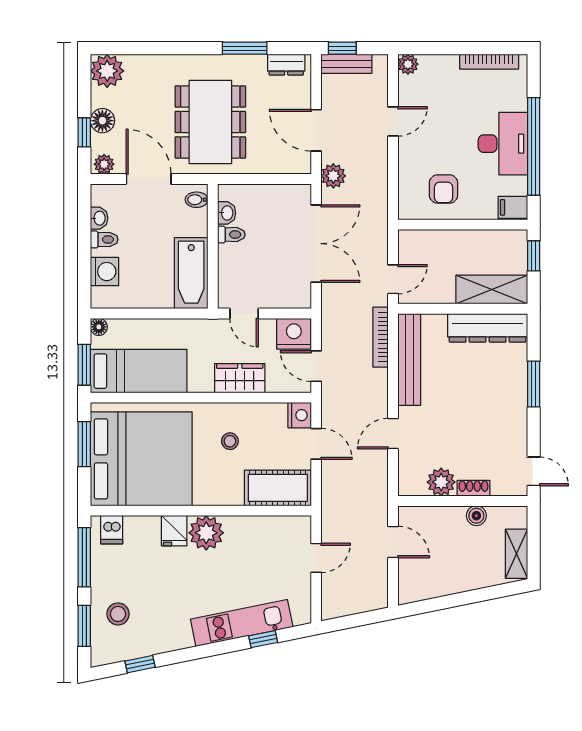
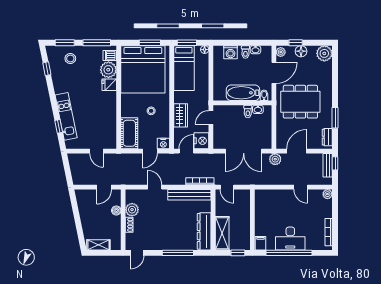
armchair: (444, 189) -> (269, 211), removed
bathtub: (191, 273) -> (243, 93), moved
window: (534, 384) -> (178, 253), width x1.44
boiler: (476, 516) -> (116, 210), moved
plant: (206, 533) -> (108, 70), moved

